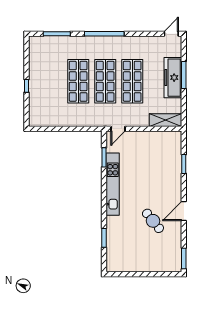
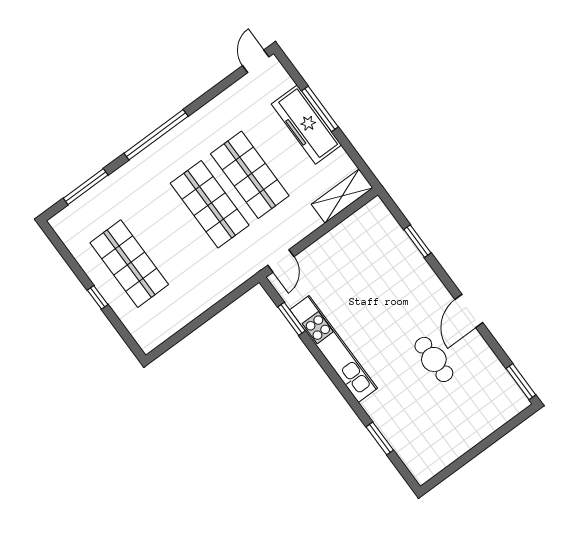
shop shelf: (78, 81) -> (129, 264), moved
cafe table: (153, 221) -> (434, 359), turned 39

